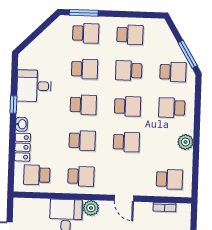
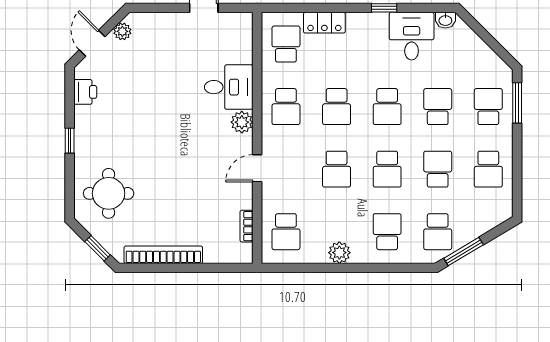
school desk: (86, 33) -> (488, 107), turned 180
school desk: (85, 69) -> (438, 107), turned 180
washbasin: (21, 124) -> (445, 20), moved

